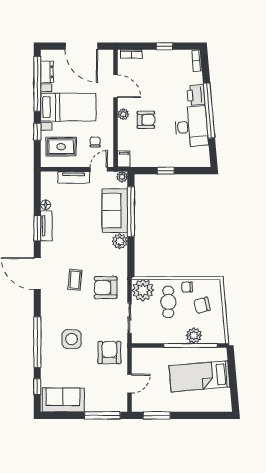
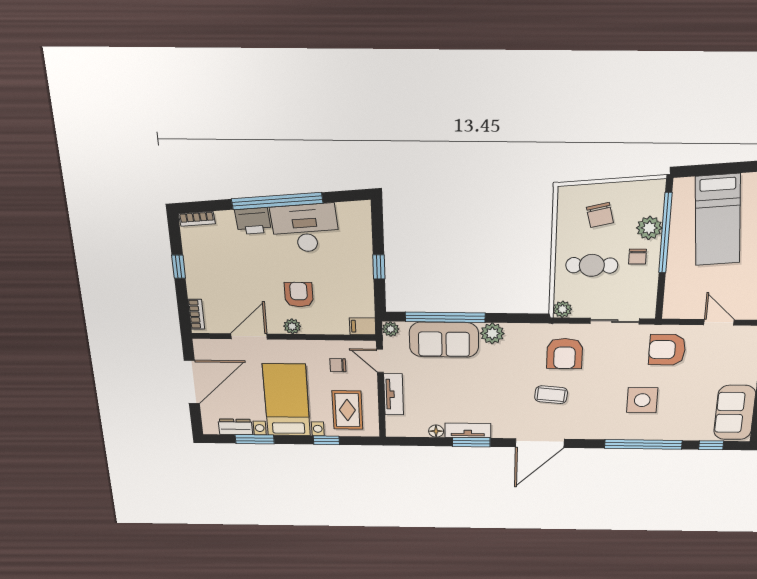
window: (37, 84) -> (255, 439), width x0.47
chair: (187, 287) -> (637, 257), moved
plant: (143, 290) -> (562, 309), width x0.53, depth x0.53

